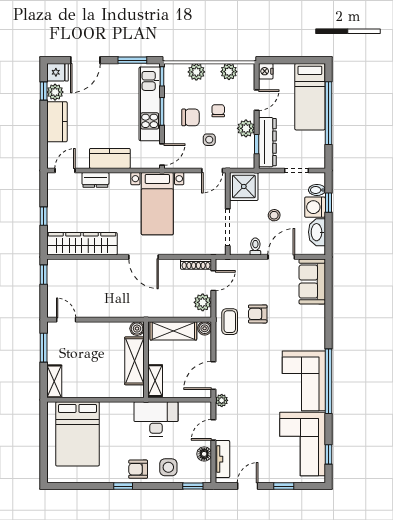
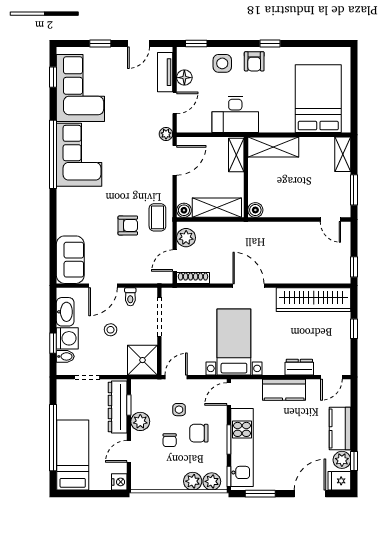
plant: (229, 72) -> (212, 481), moved
shelving: (134, 361) -> (273, 147), moved, turned 90
armchair: (138, 469) -> (254, 61), turned 90

